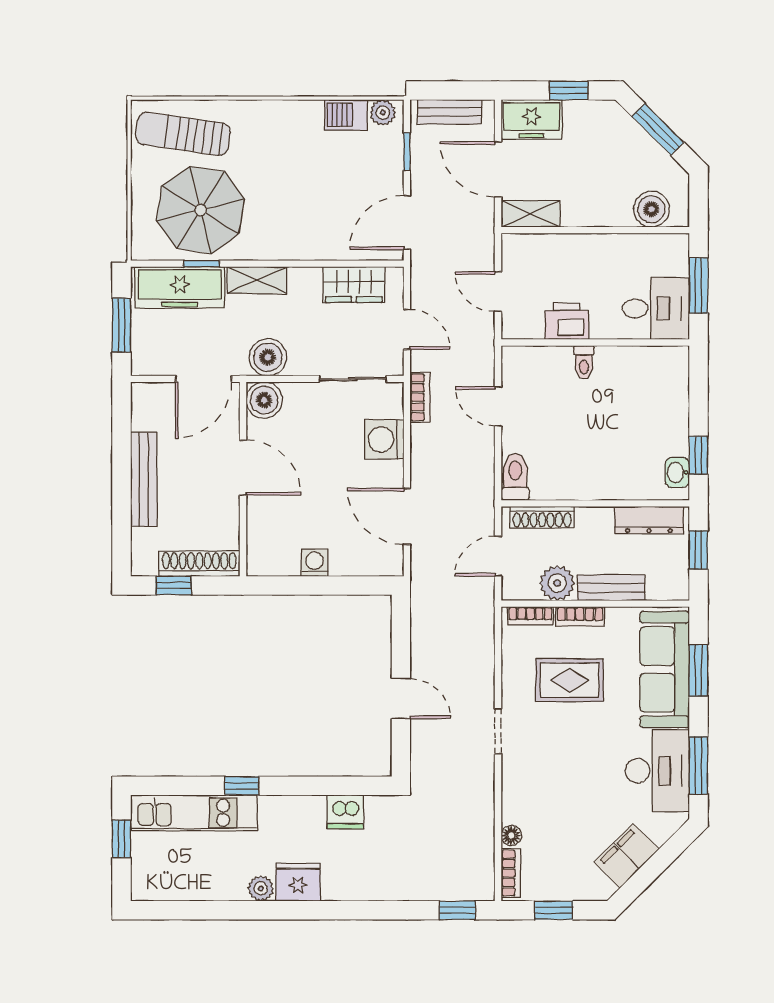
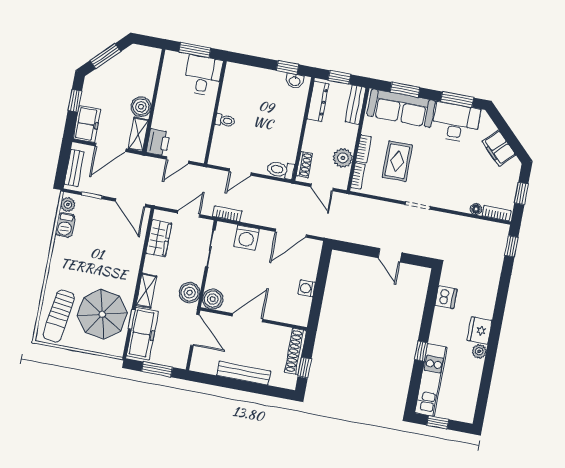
boiler: (651, 209) -> (141, 107), moved
printer: (567, 321) -> (158, 142), moved, turned 180
shoe rack: (542, 517) -> (304, 165), width x0.70
bench: (611, 588) -> (356, 105), moved
door: (401, 699) -> (390, 255), swing flipped

